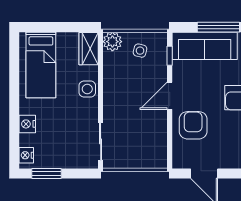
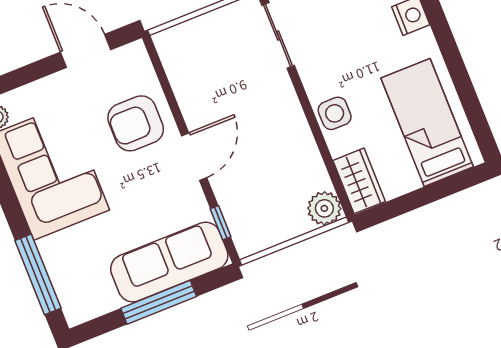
side table: (140, 51) -> (273, 212), removed
armchair: (193, 125) -> (136, 123), turned 90

